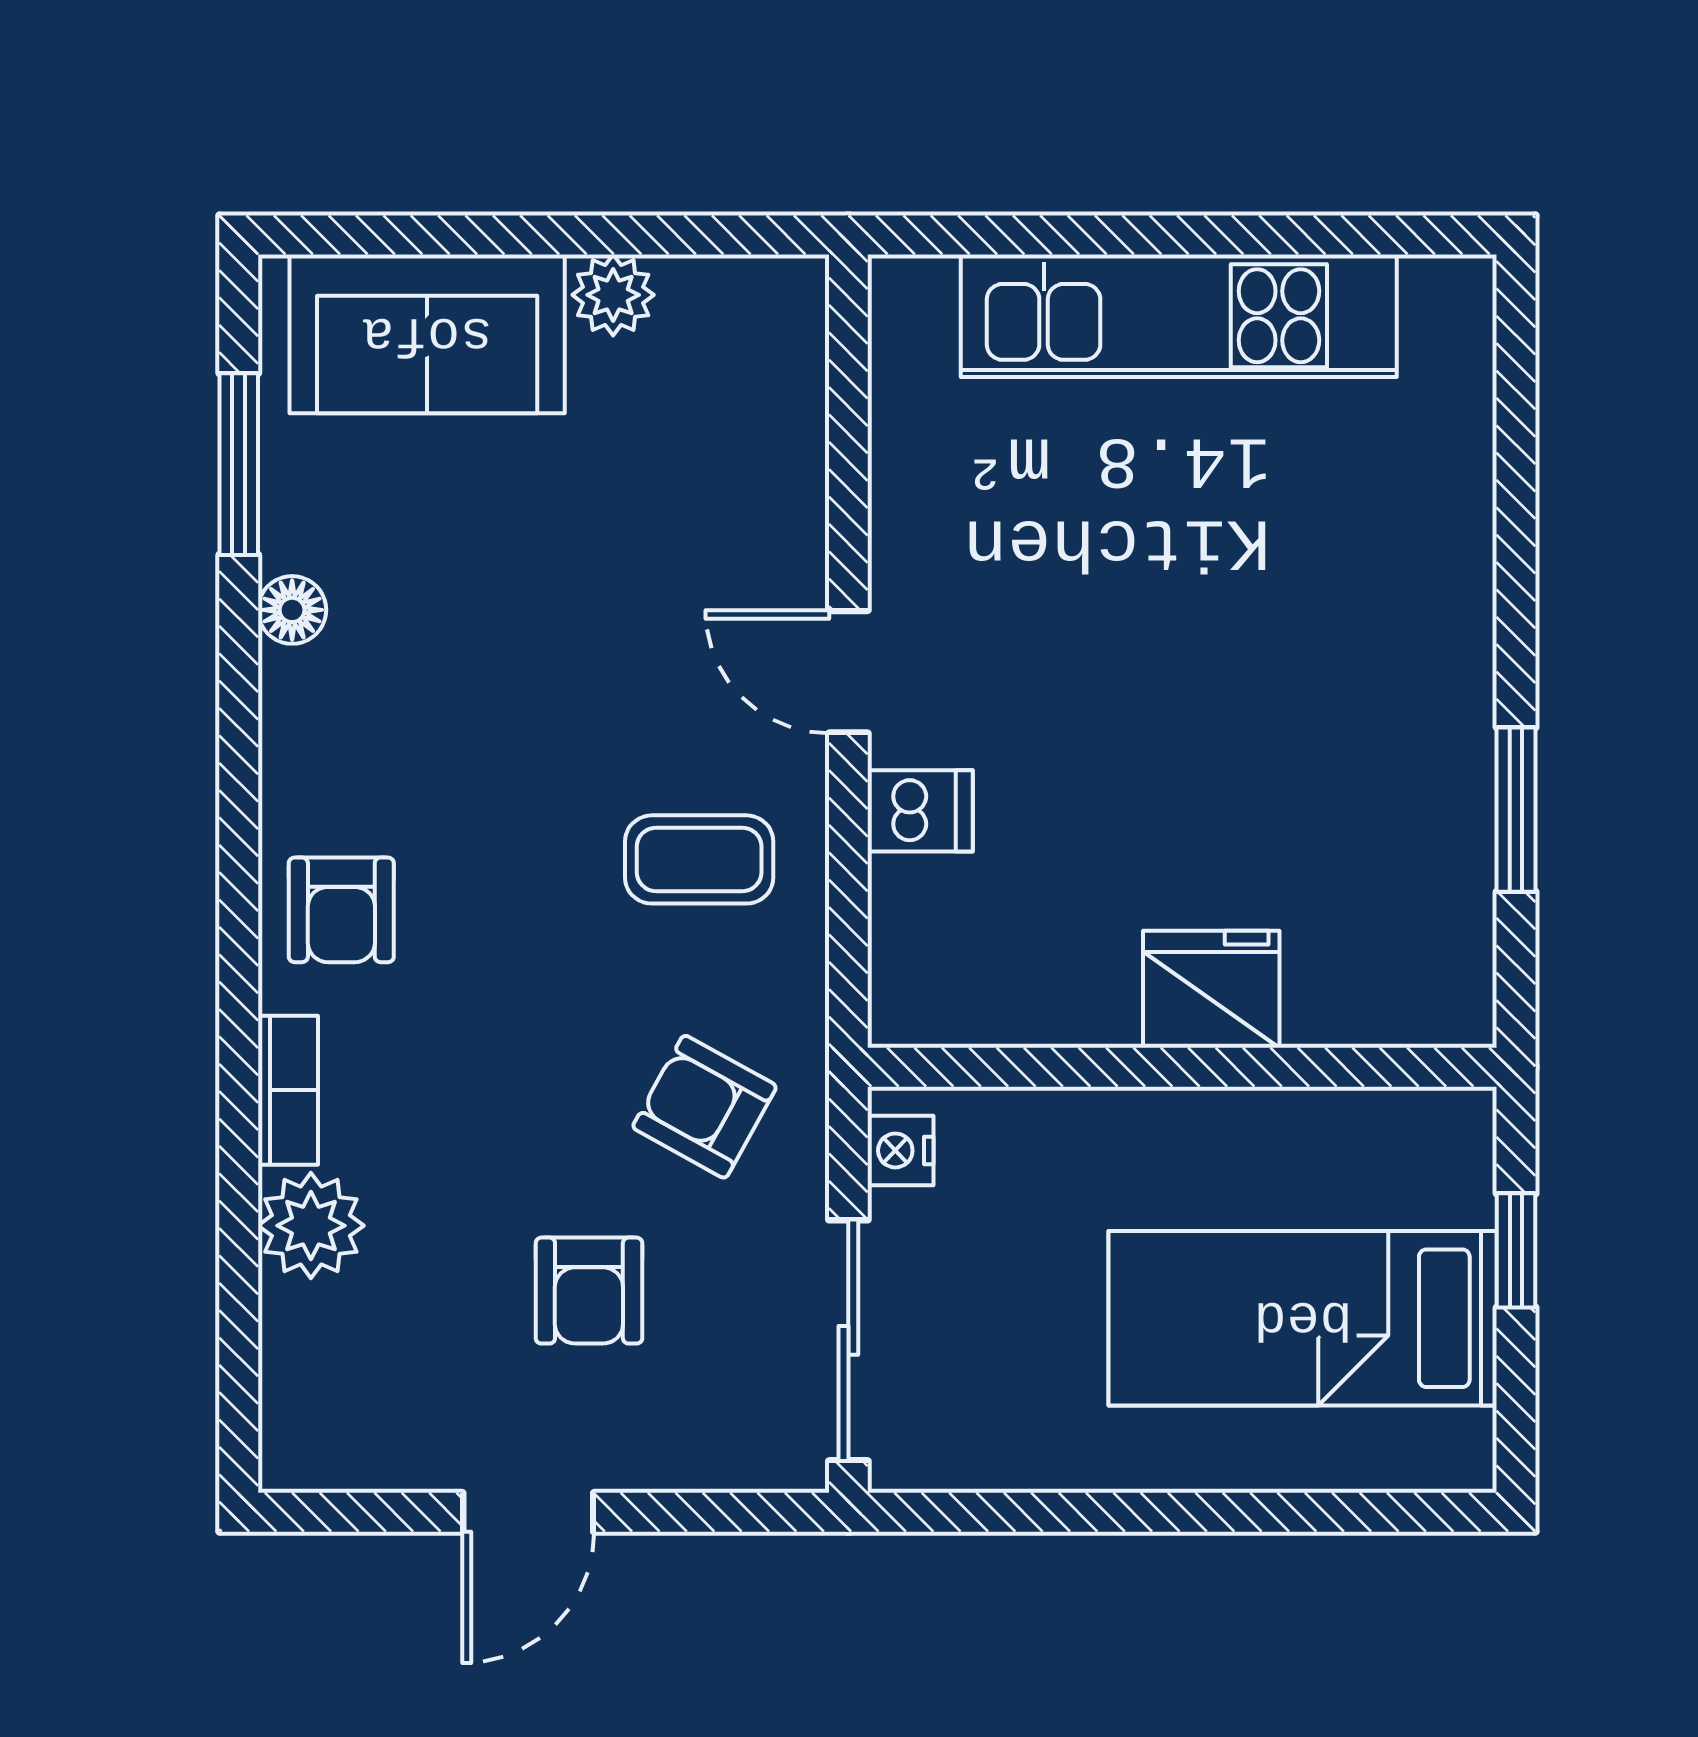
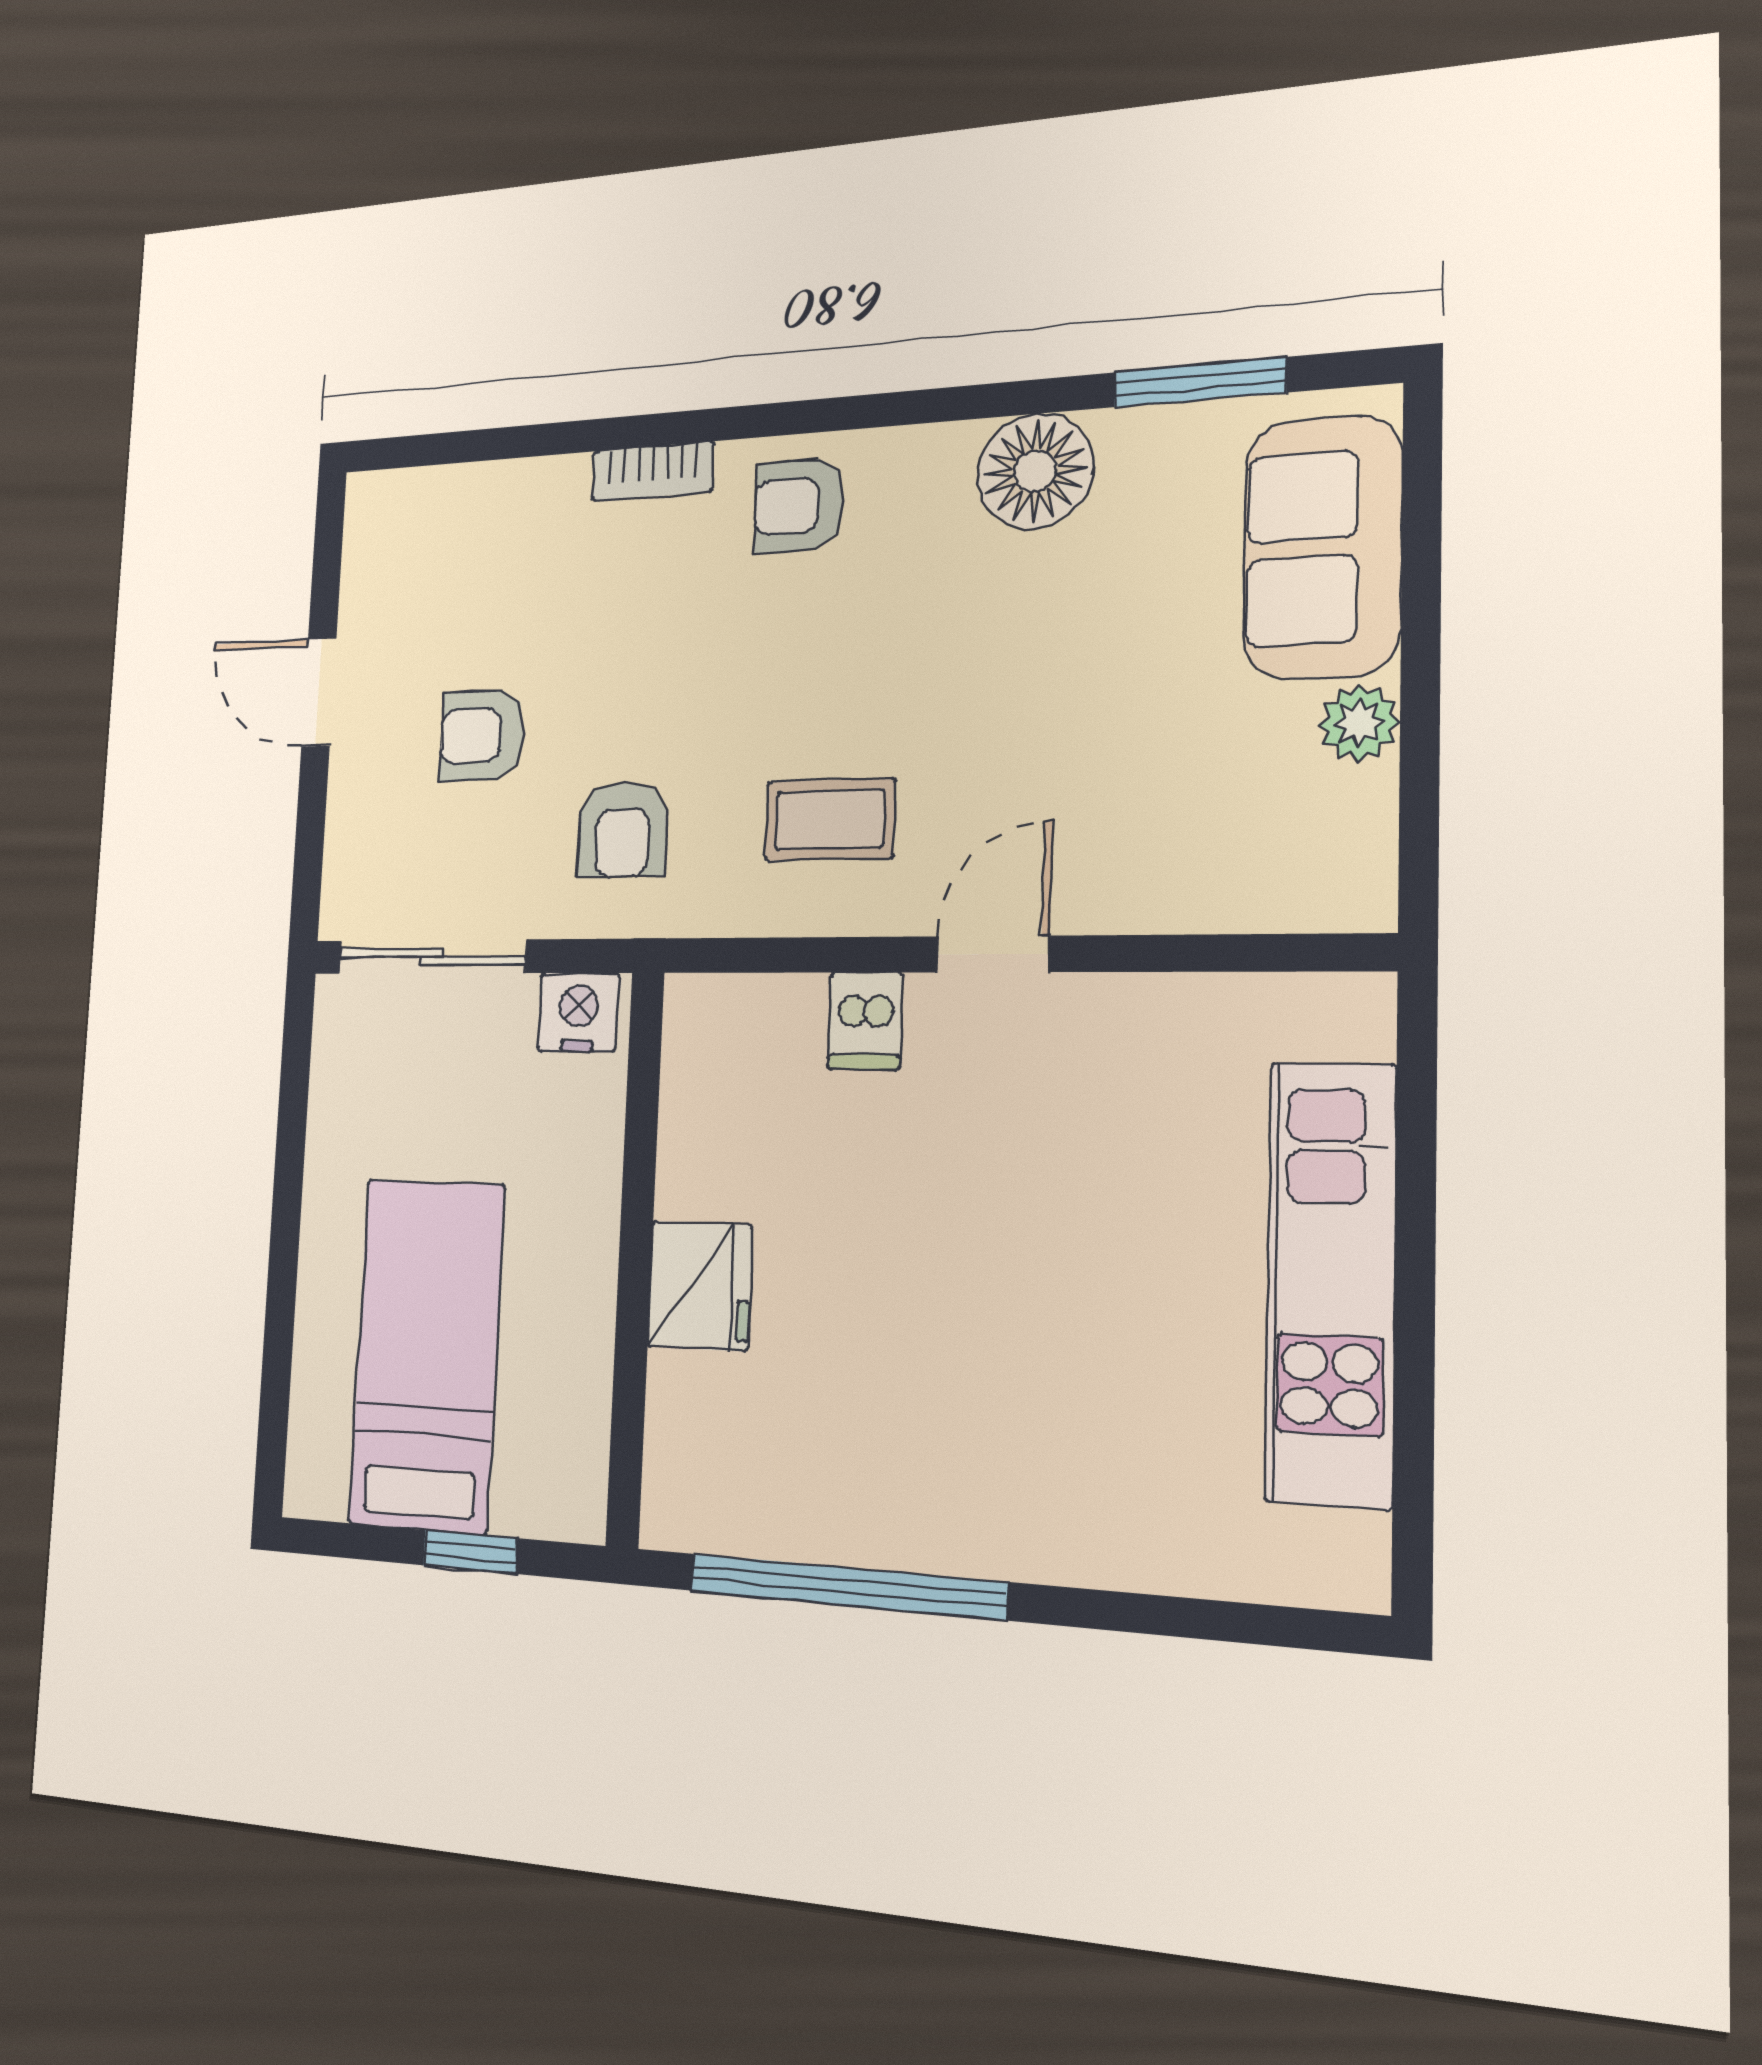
floor lamp: (292, 610) -> (1035, 471), width x1.89, depth x1.89
window: (1516, 810) -> (846, 1586), width x2.11
coffee table: (699, 859) -> (830, 820), turned 90
armchair: (705, 1107) -> (623, 830), turned 151
nightstand: (901, 1150) -> (578, 1012), width x1.39, depth x1.35
plant: (311, 1226) -> (545, 499), removed

